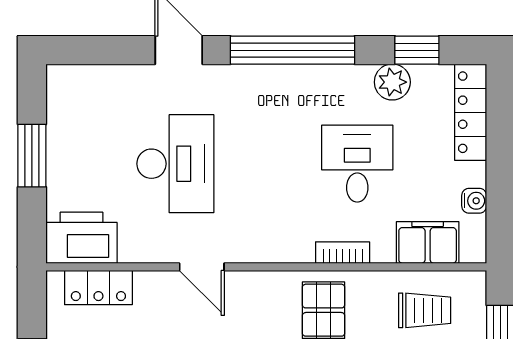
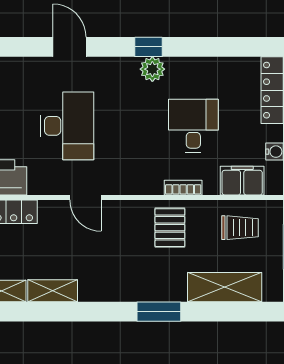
window: (293, 50) -> (148, 47), width x0.32
window: (417, 50) -> (235, 47), removed
plant: (392, 82) -> (152, 69), moved

